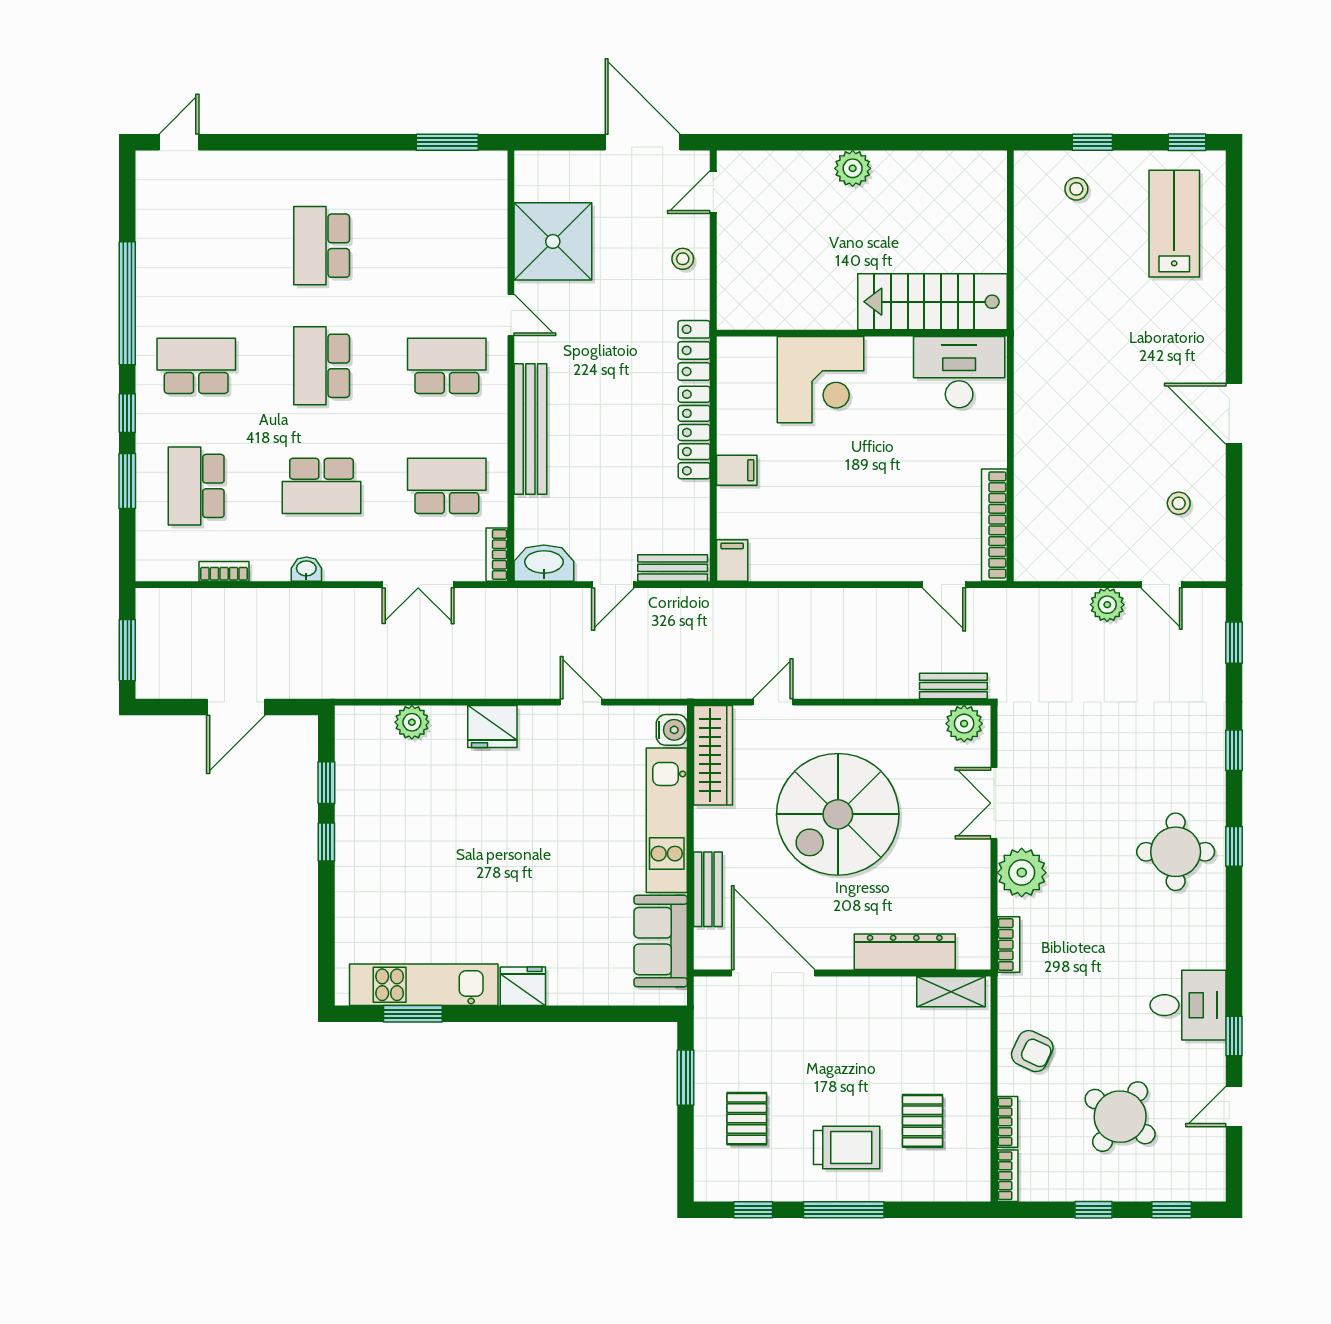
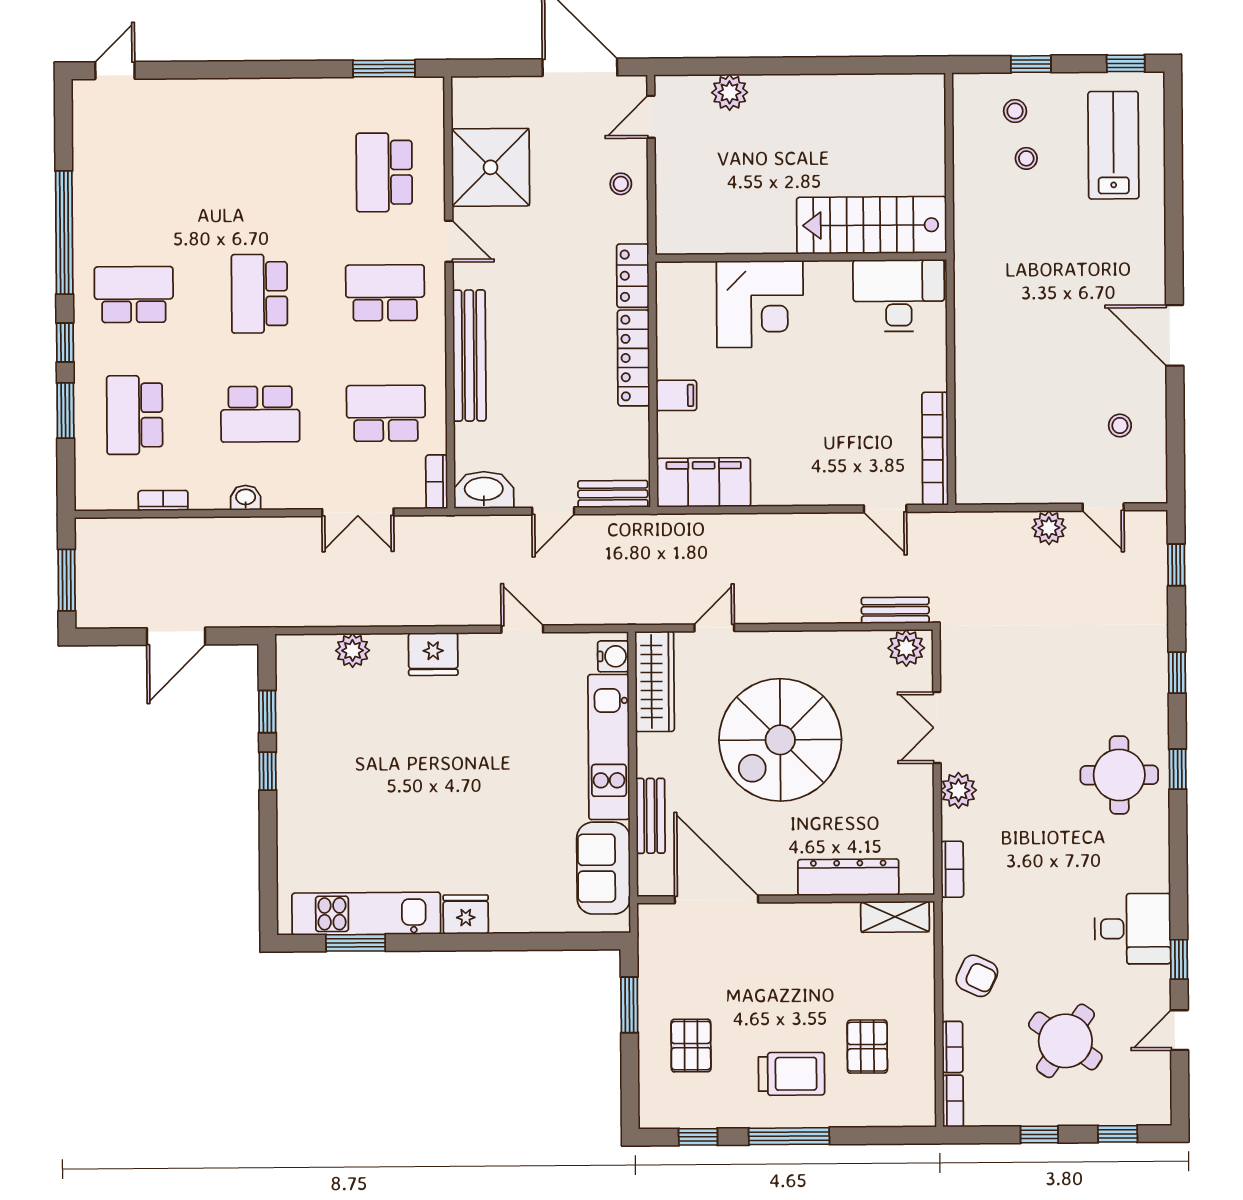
plant: (853, 168) -> (730, 92), moved
stool: (1087, 236) -> (1026, 158), added
school desk: (322, 246) -> (384, 172), moved
filing cabinet: (732, 560) -> (704, 482), width x3.00, depth x1.17
plant: (1022, 873) -> (958, 790), width x0.73, depth x0.73

